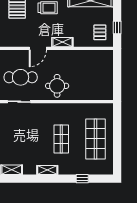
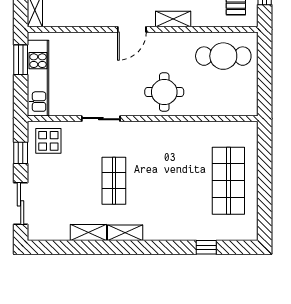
cafe table: (21, 77) -> (223, 56), moved
shop shelf: (61, 139) -> (114, 181), moved
shelving: (47, 170) -> (125, 233), moved

